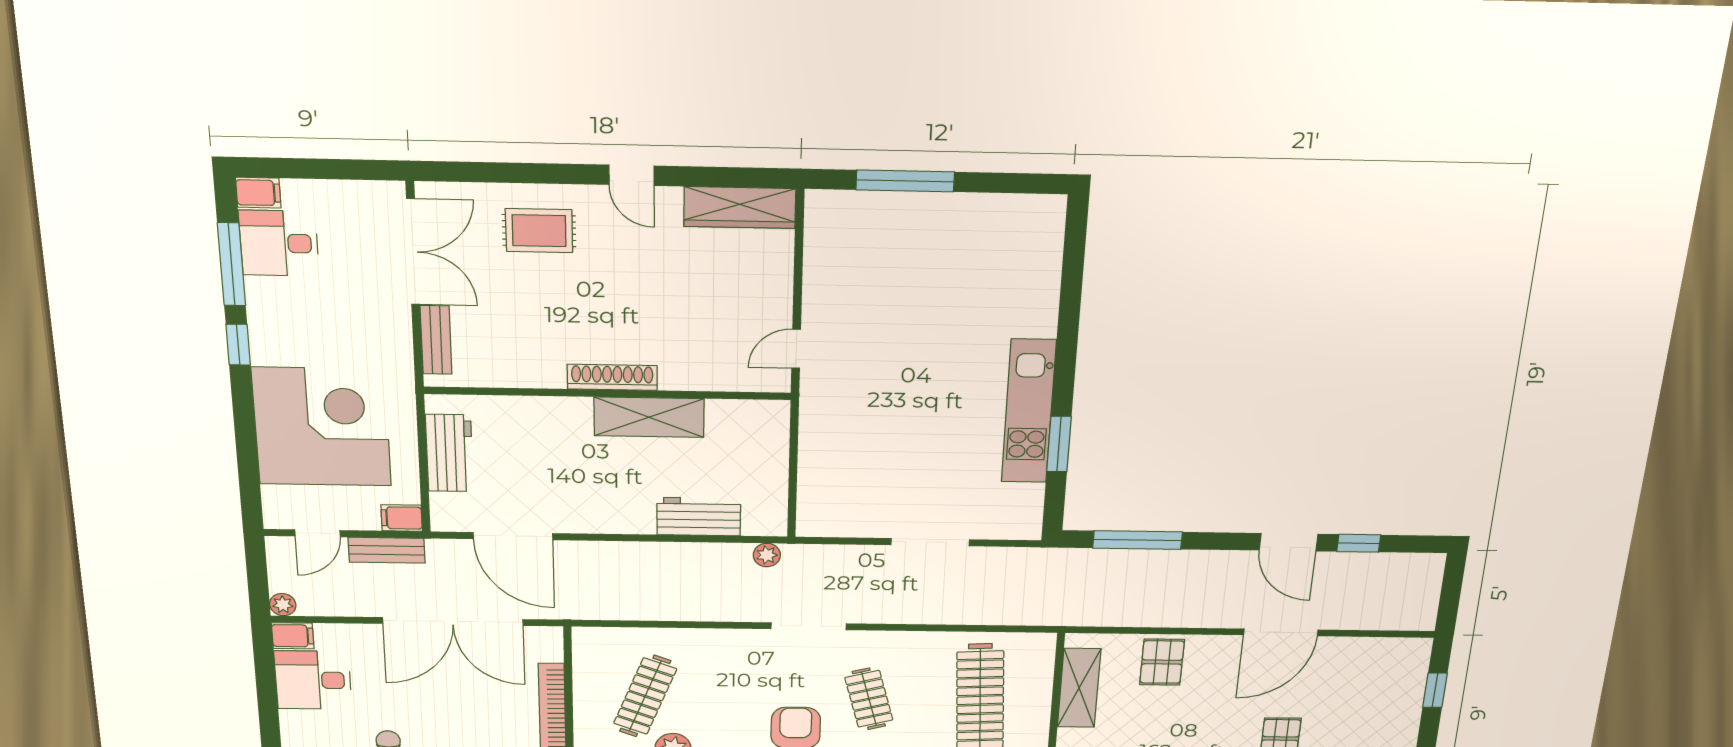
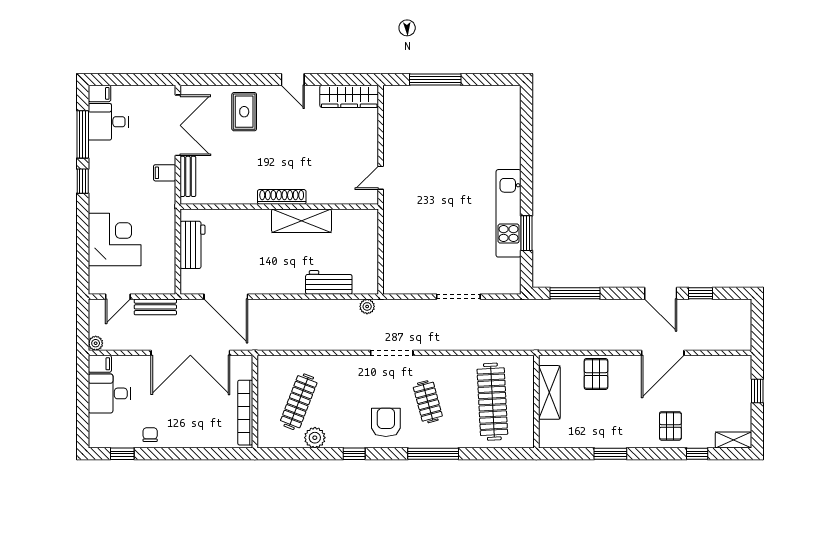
rug: (539, 231) -> (244, 112), turned 90
corner desk: (322, 427) -> (115, 239), width x0.74, depth x0.74
filing cabinet: (402, 518) -> (165, 173), moved

